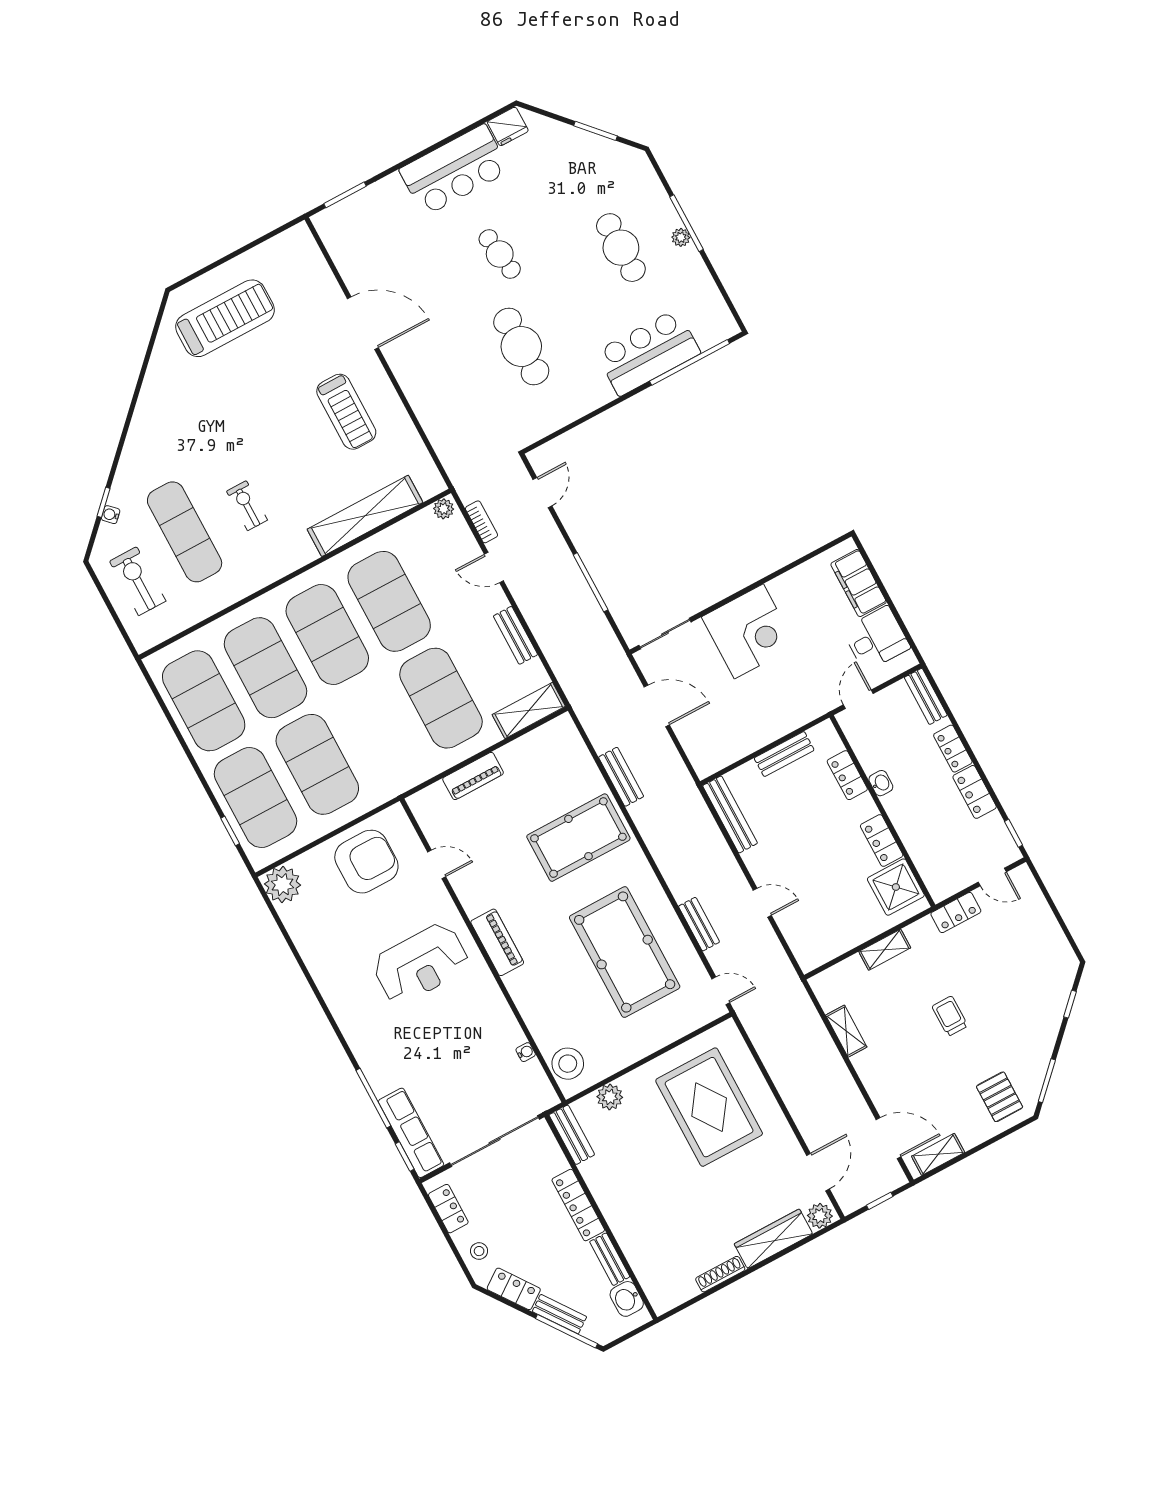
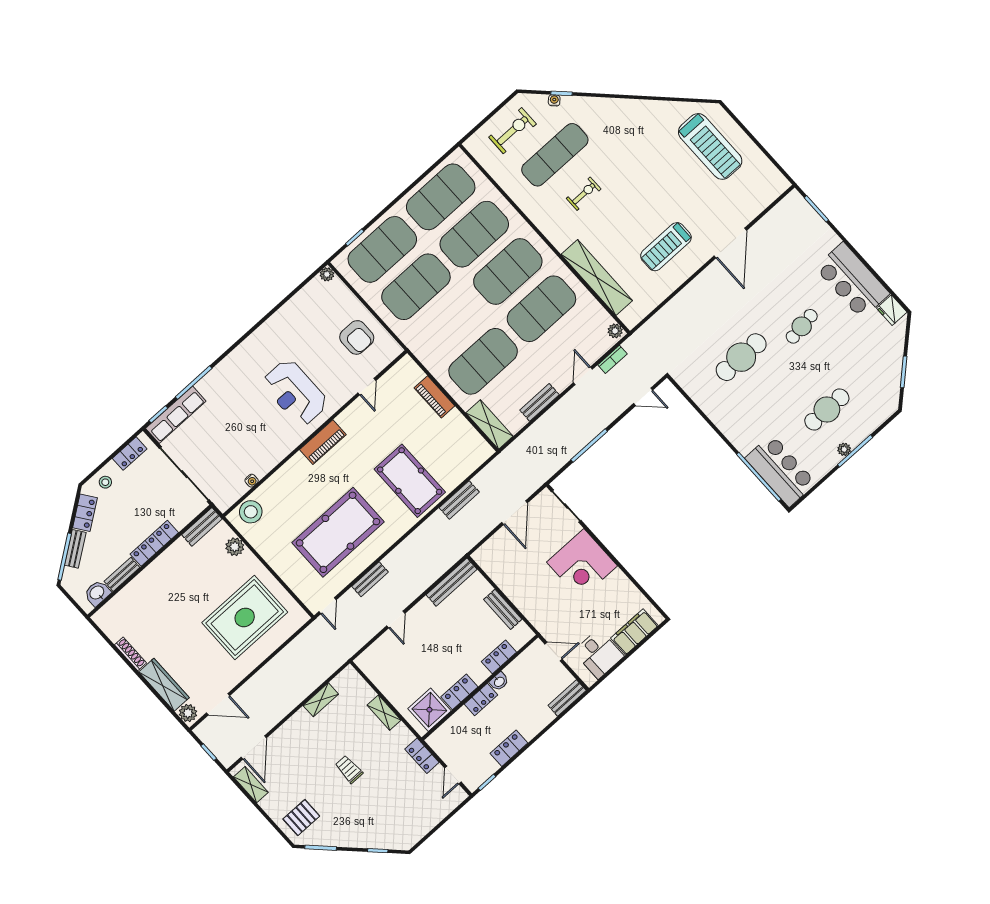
bar counter: (648, 352) -> (781, 471), moved
locker: (953, 749) -> (481, 699), moved, turned 180
armchair: (366, 862) -> (357, 337), width x0.73, depth x0.73
plant: (283, 885) -> (327, 274), width x0.53, depth x0.53
trolley: (950, 1016) -> (349, 769), turned -90

